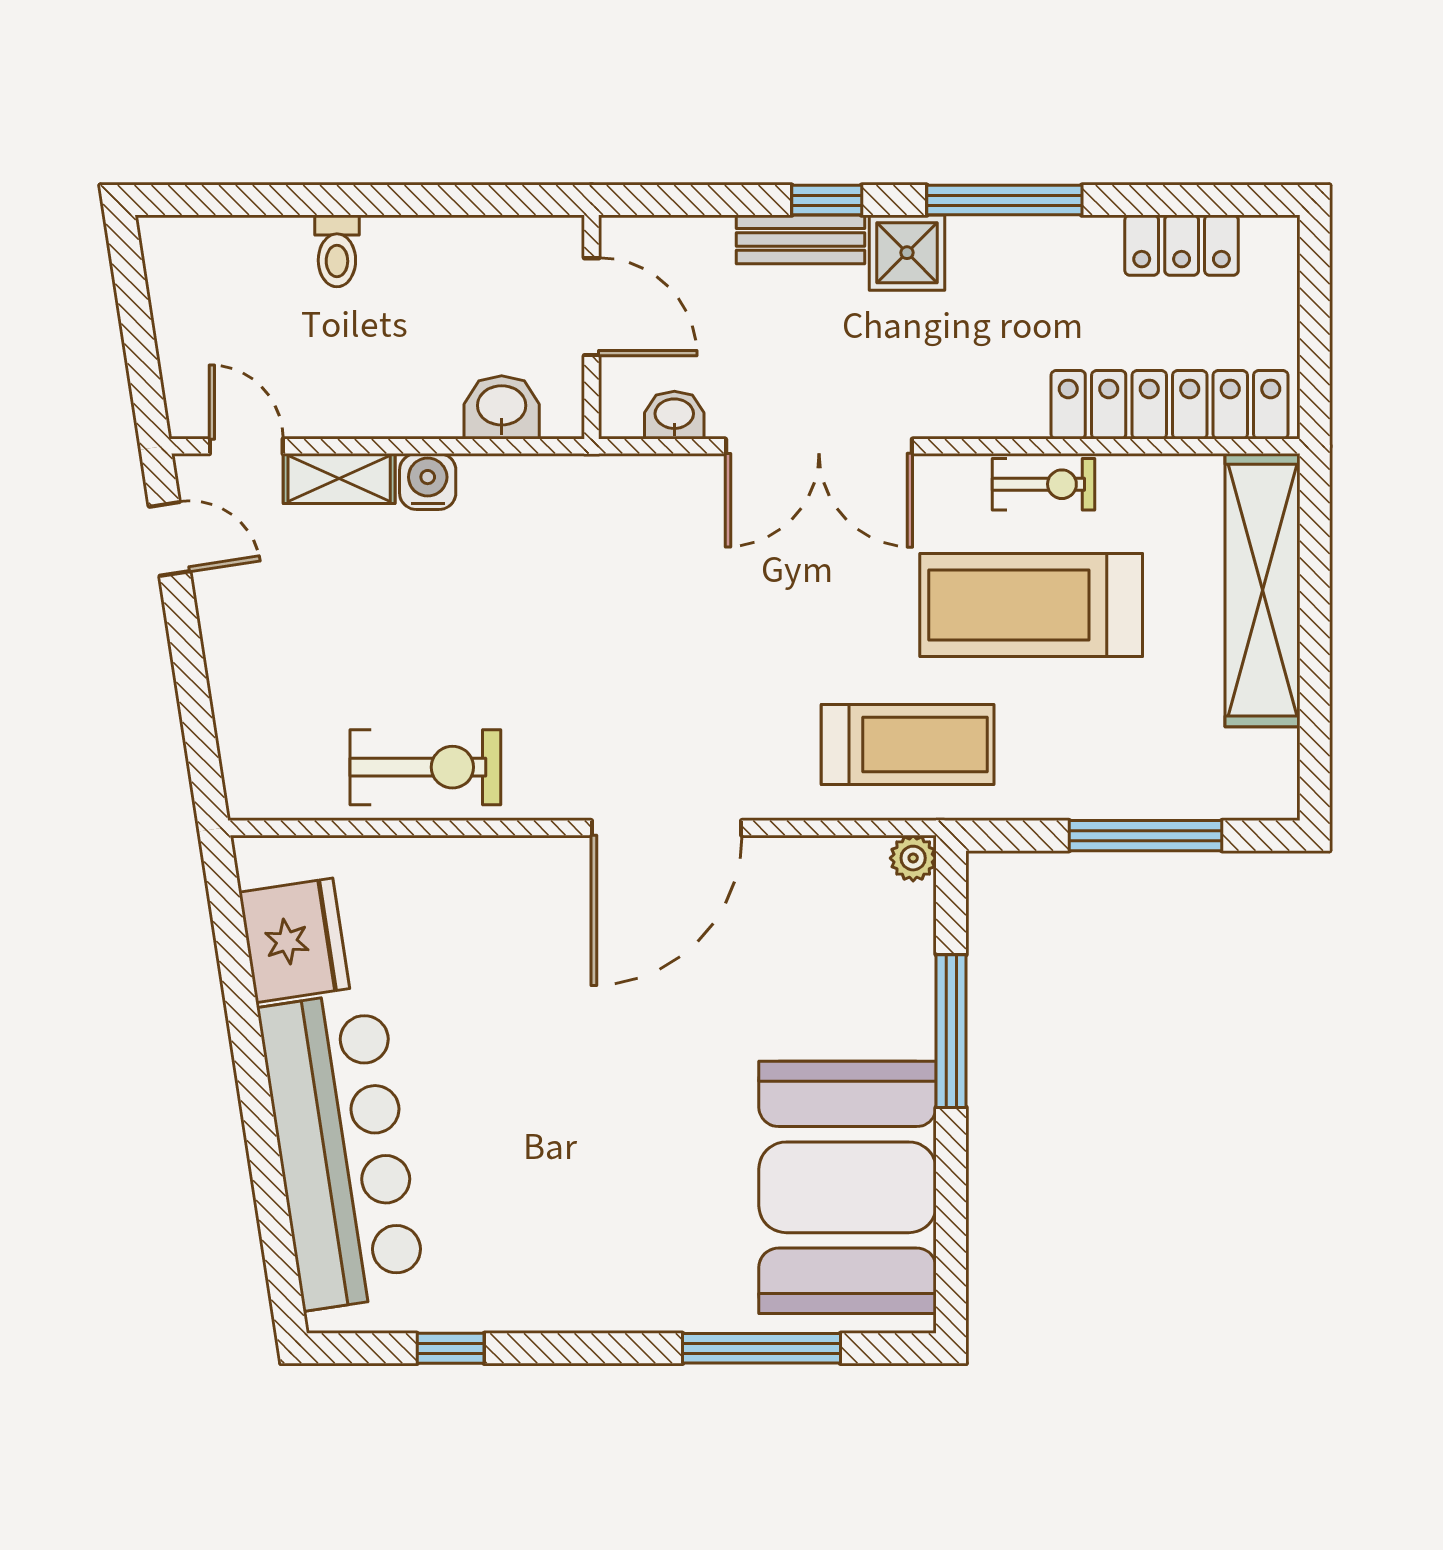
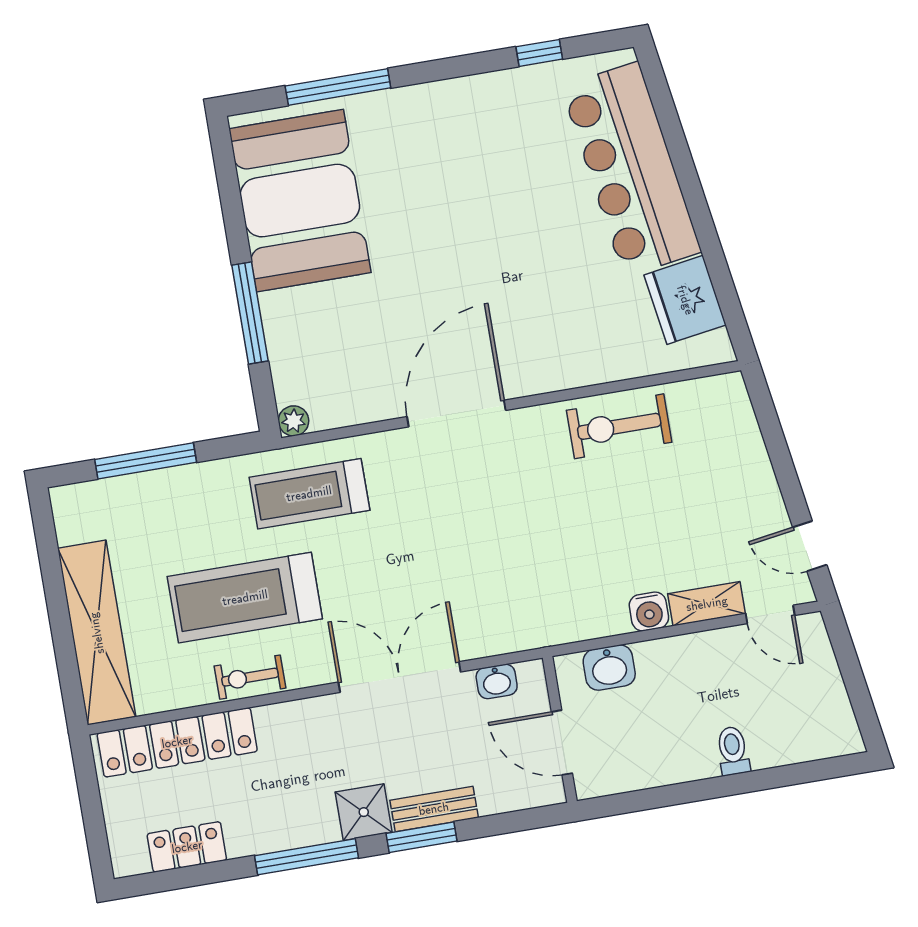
window: (827, 200) -> (421, 837), width x1.50
treadmill: (1031, 605) -> (245, 598), turned 180

